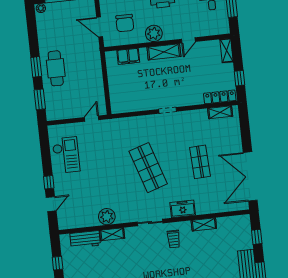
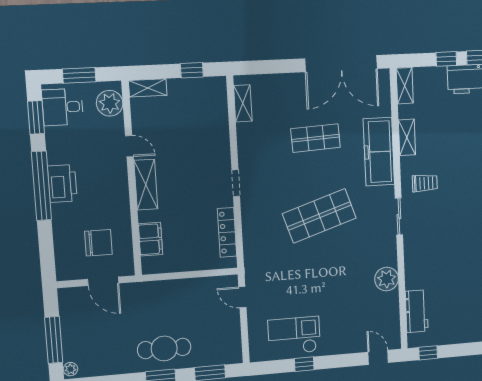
door: (100, 27) -> (103, 281), hinge flipped
plant: (154, 33) -> (110, 103), moved
locker: (220, 97) -> (227, 232), moved
window: (49, 182) -> (304, 364), moved
door: (51, 204) -> (378, 357), moved
freezer: (183, 209) -> (379, 152), width x1.91, depth x1.26
shelving: (112, 234) -> (405, 86), moved
window: (257, 237) -> (446, 59), moved
window: (58, 263) -> (428, 353), moved

